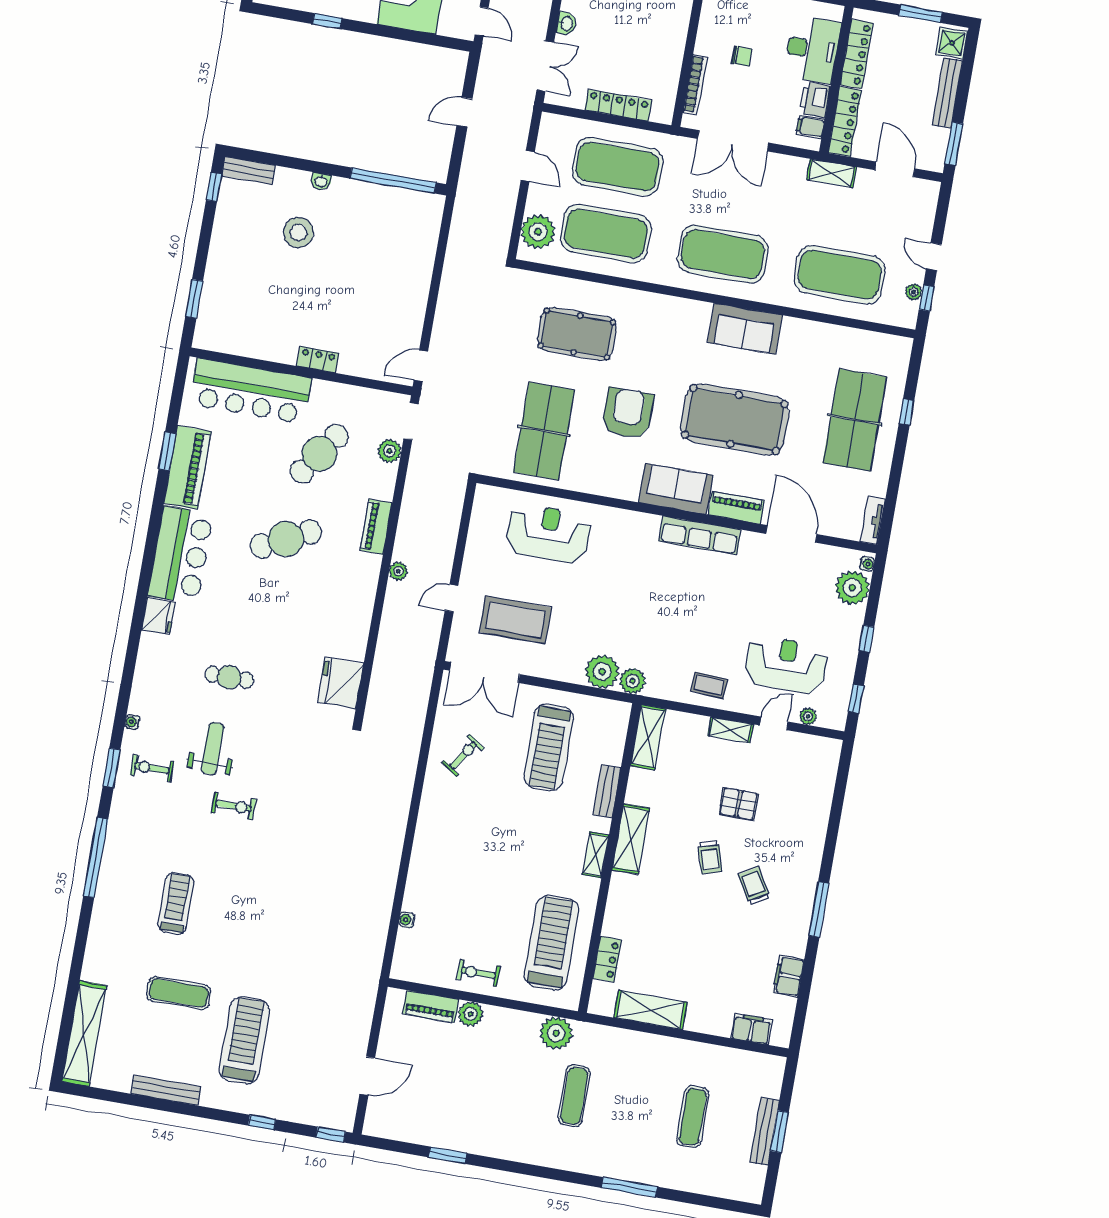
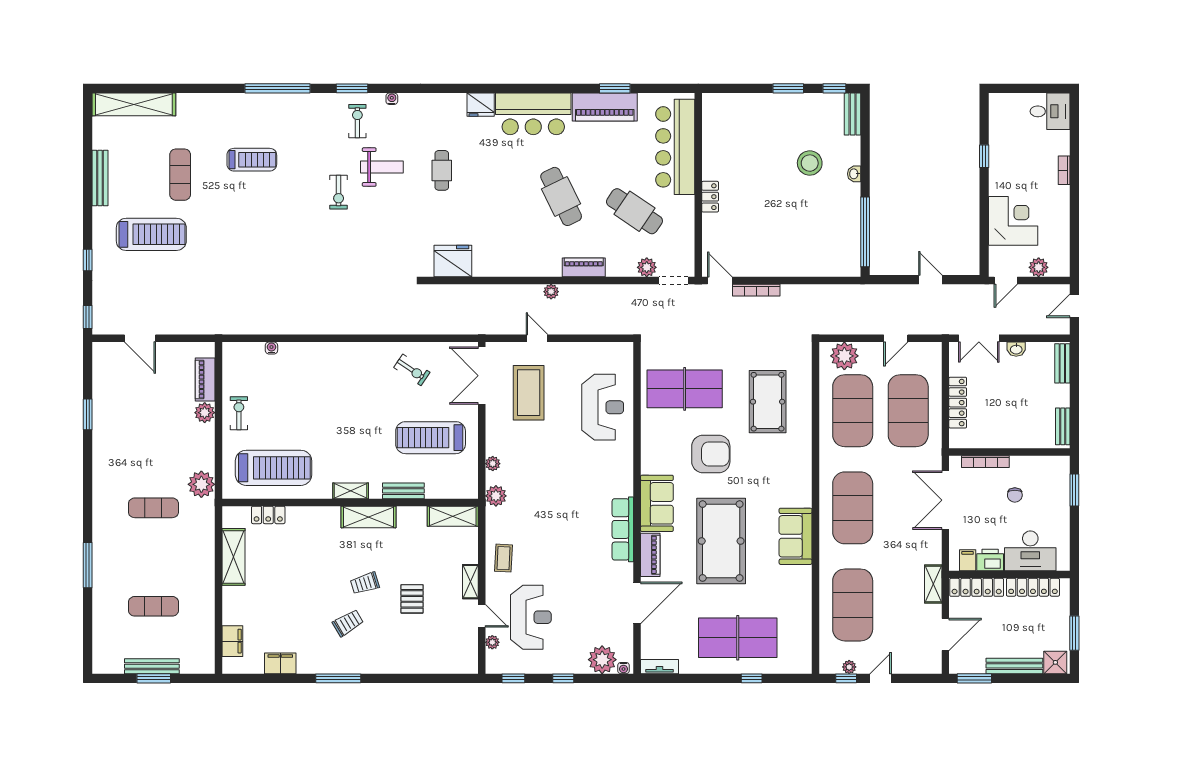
window: (194, 299) -> (788, 88), moved
bookcase: (440, 324) -> (756, 290), added
plant: (602, 672) -> (493, 464), width x0.53, depth x0.53

